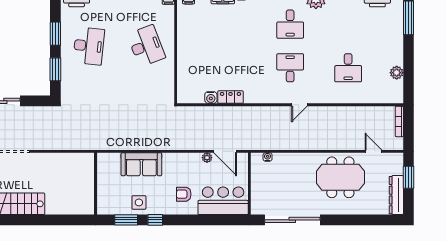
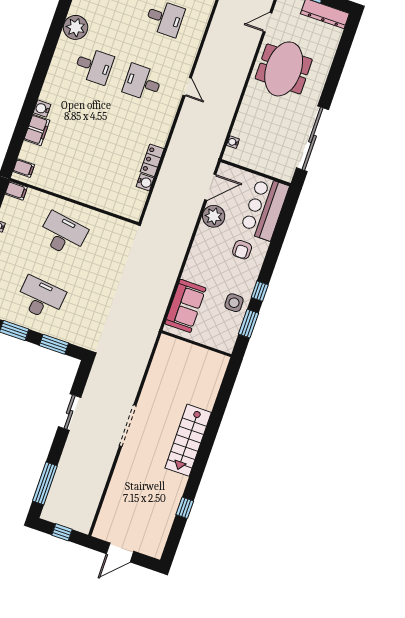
desk: (146, 46) -> (63, 234), turned 30
plant: (207, 158) -> (214, 216), width x1.88, depth x1.88
sofa: (141, 164) -> (185, 306), moved

